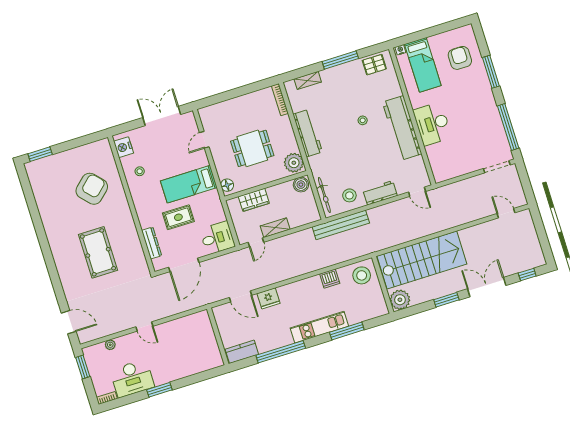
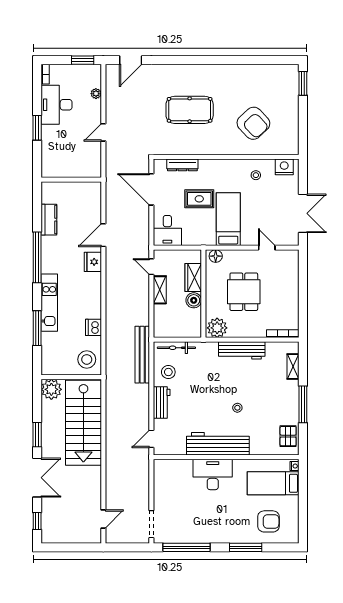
boiler: (301, 185) -> (194, 300), moved
rug: (178, 217) -> (199, 199), turned 90
wall: (218, 336) -> (71, 180), moved

